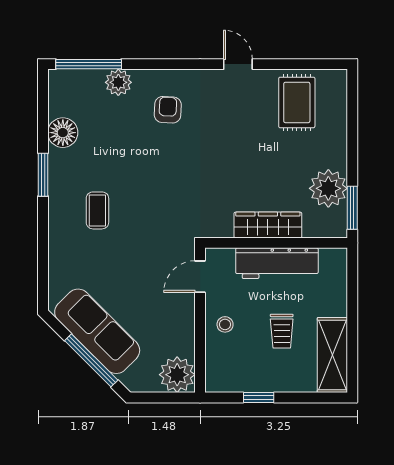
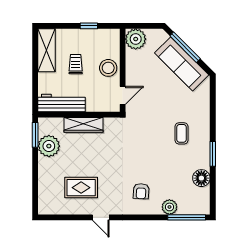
rug: (297, 102) -> (81, 188), moved, turned 90
workbench: (277, 263) -> (62, 103), moved
stool: (225, 324) -> (108, 68), width x1.89, depth x1.89

